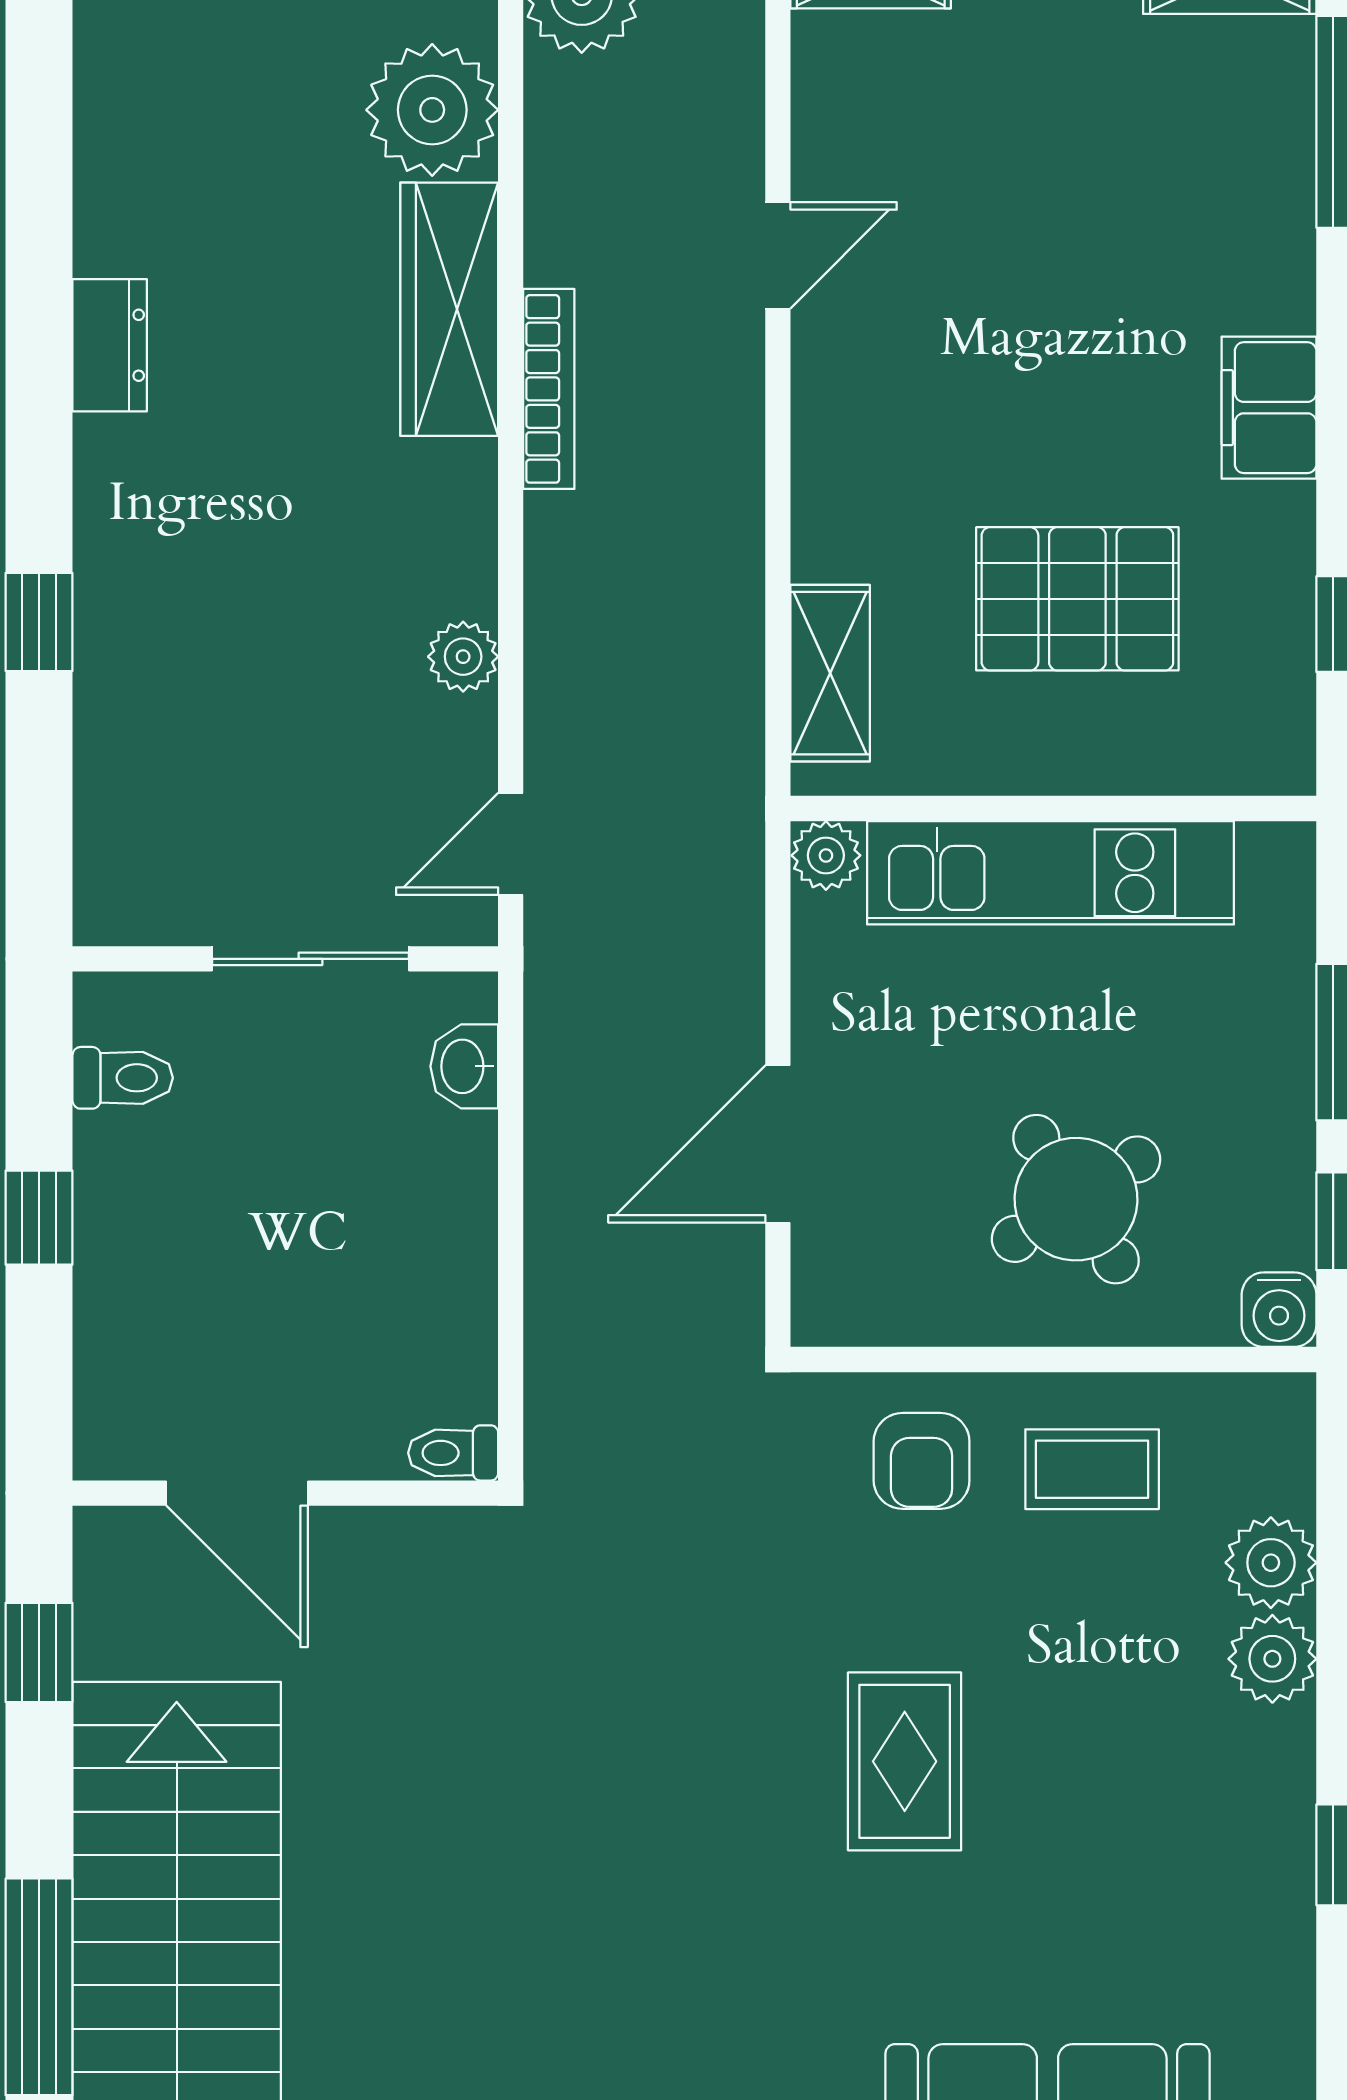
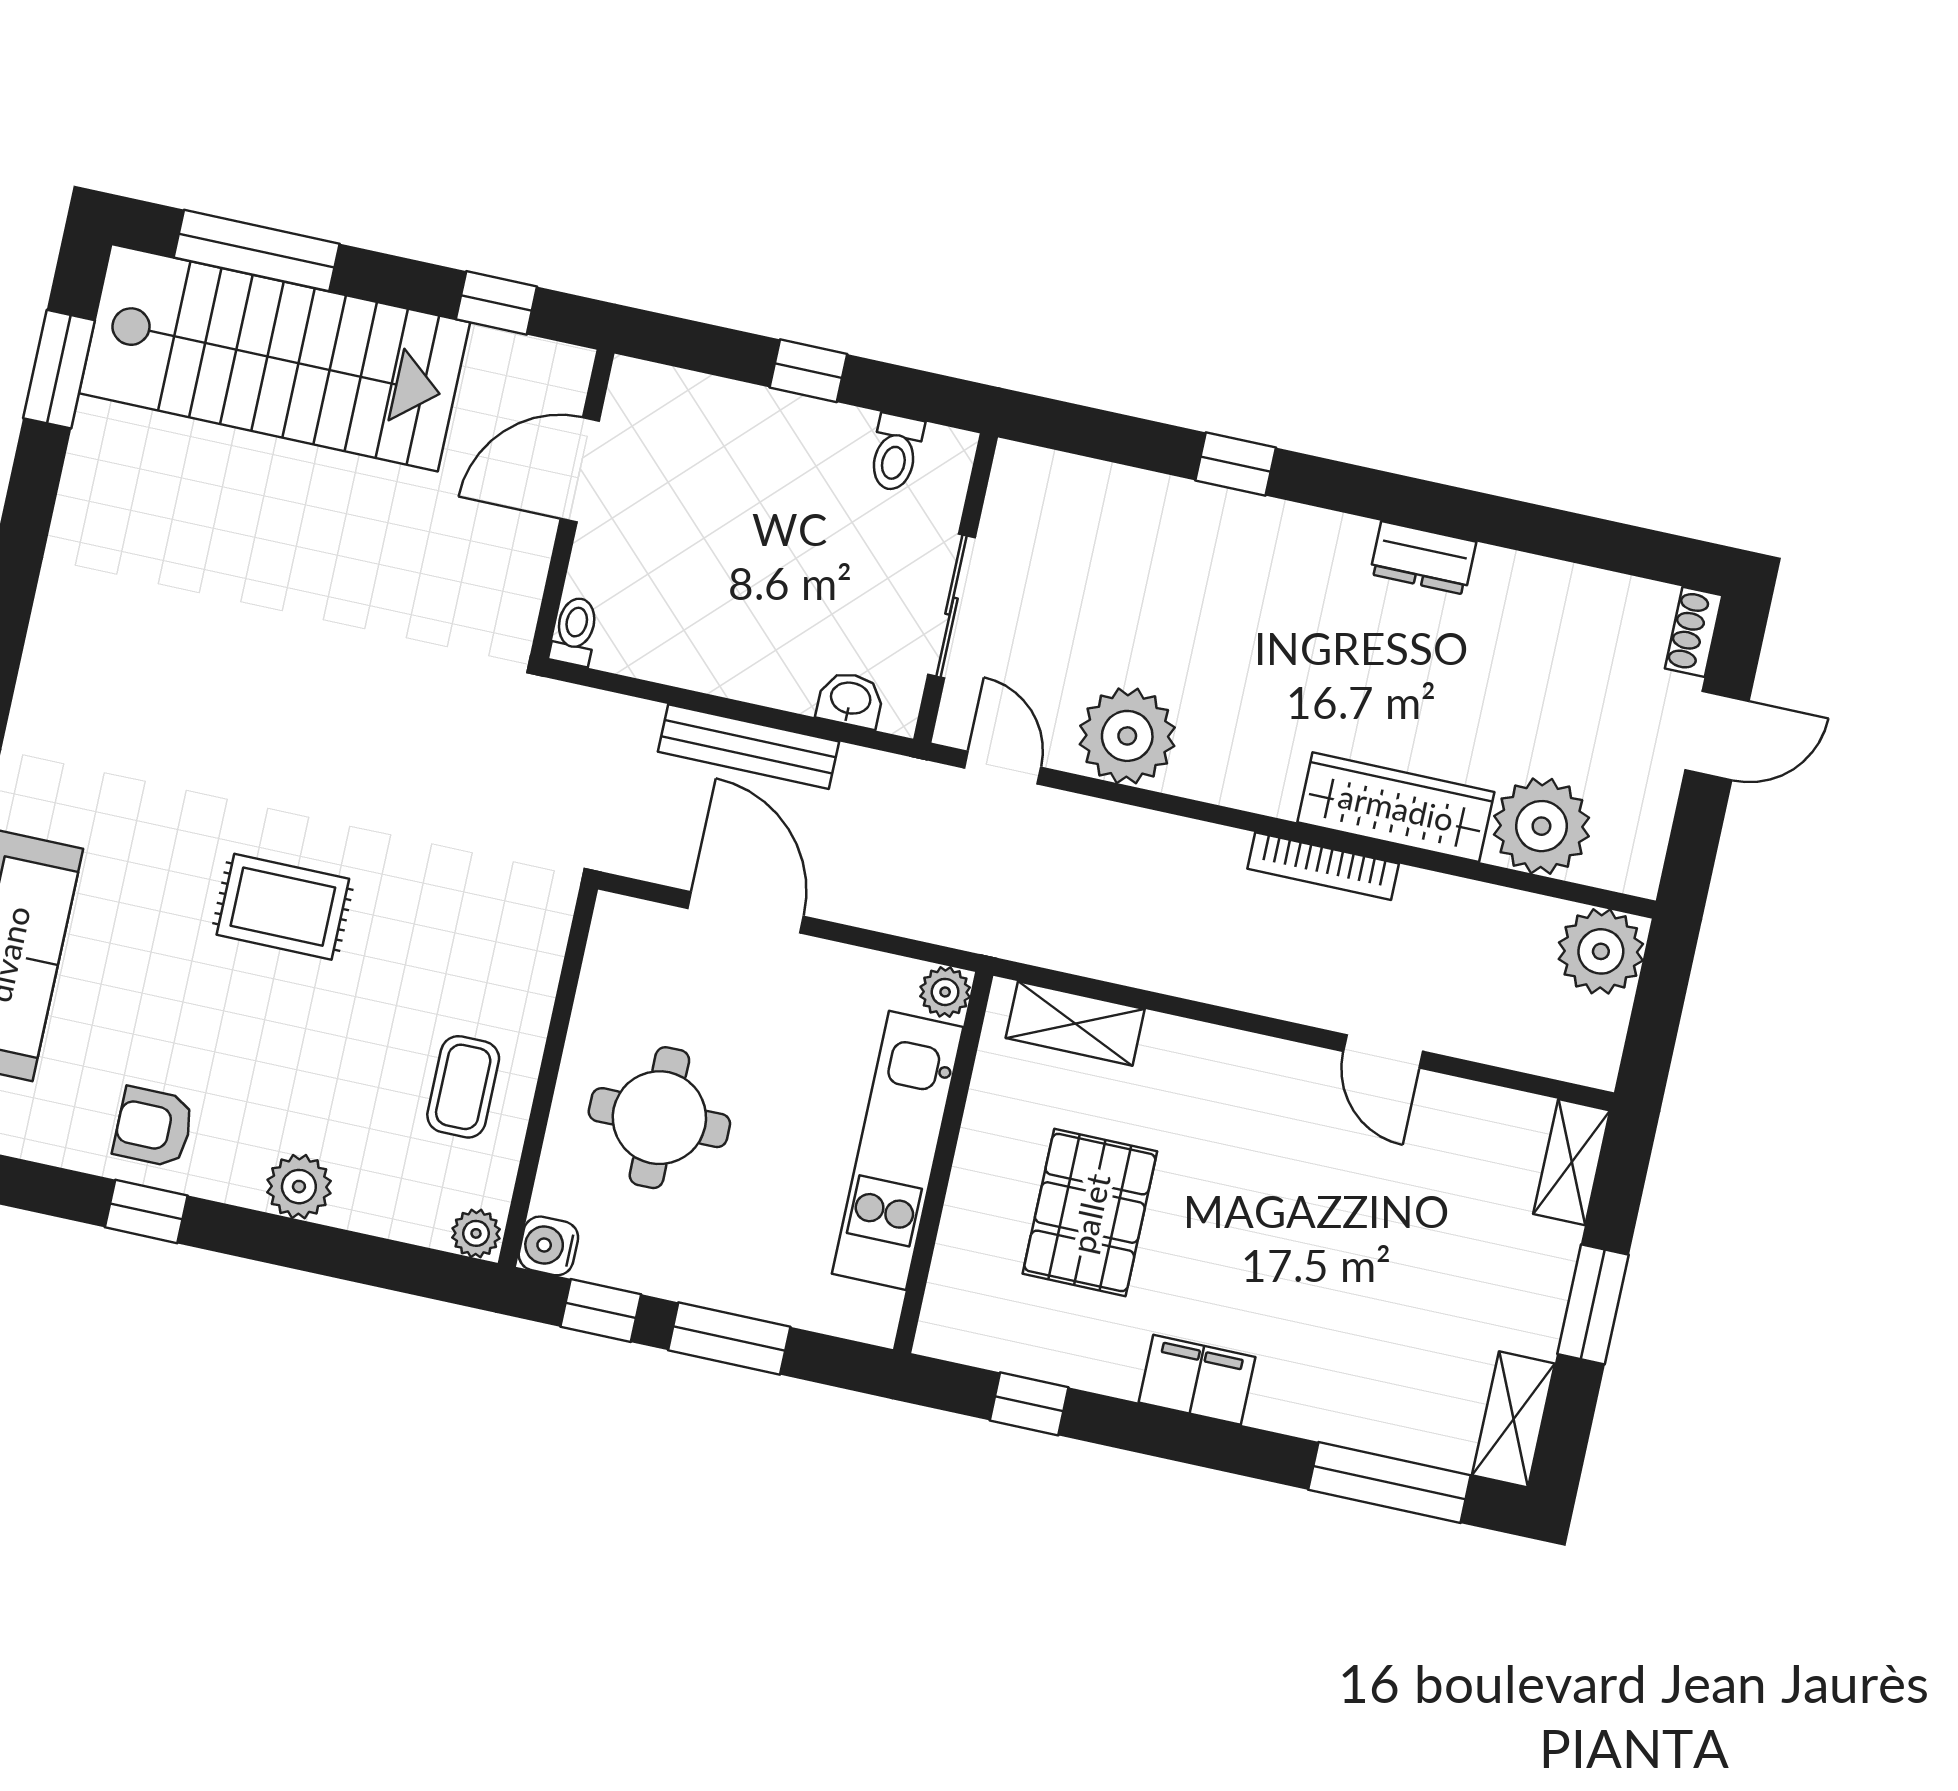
plant: (463, 657) -> (1127, 736), width x1.88, depth x1.88
bench: (557, 1188) -> (748, 747), added
round table: (1076, 1199) -> (659, 1118), turned 33
armchair: (922, 1461) -> (154, 1127), moved
plant: (1271, 1563) -> (476, 1233), moved, width x0.73, depth x0.73

